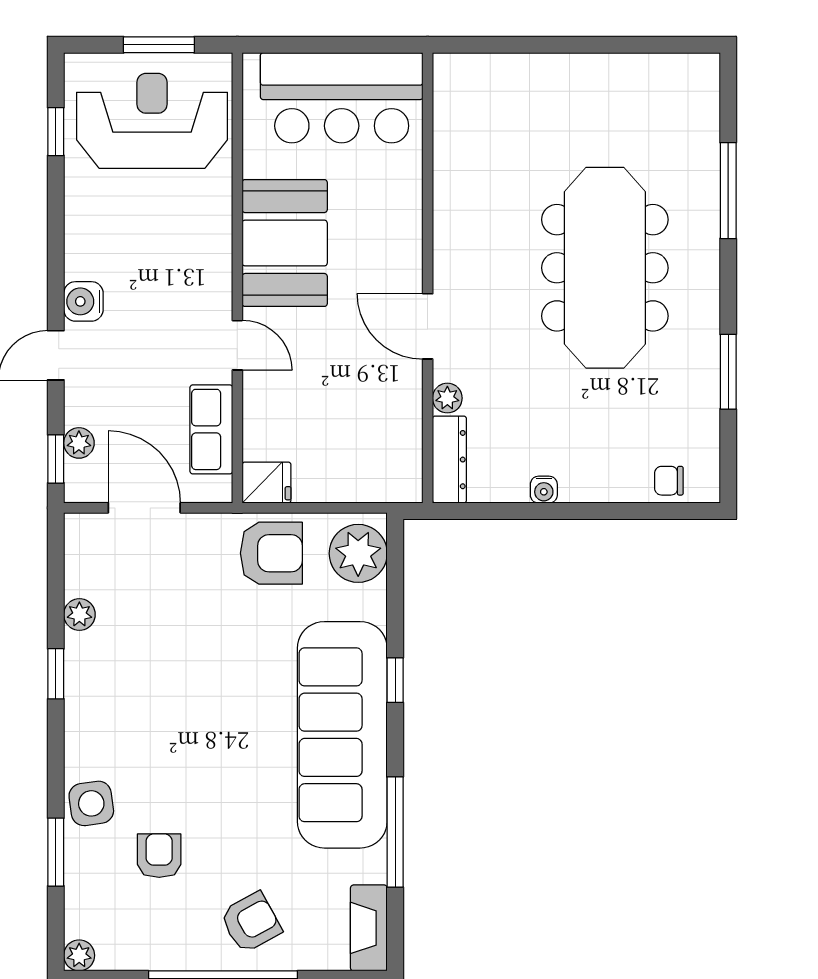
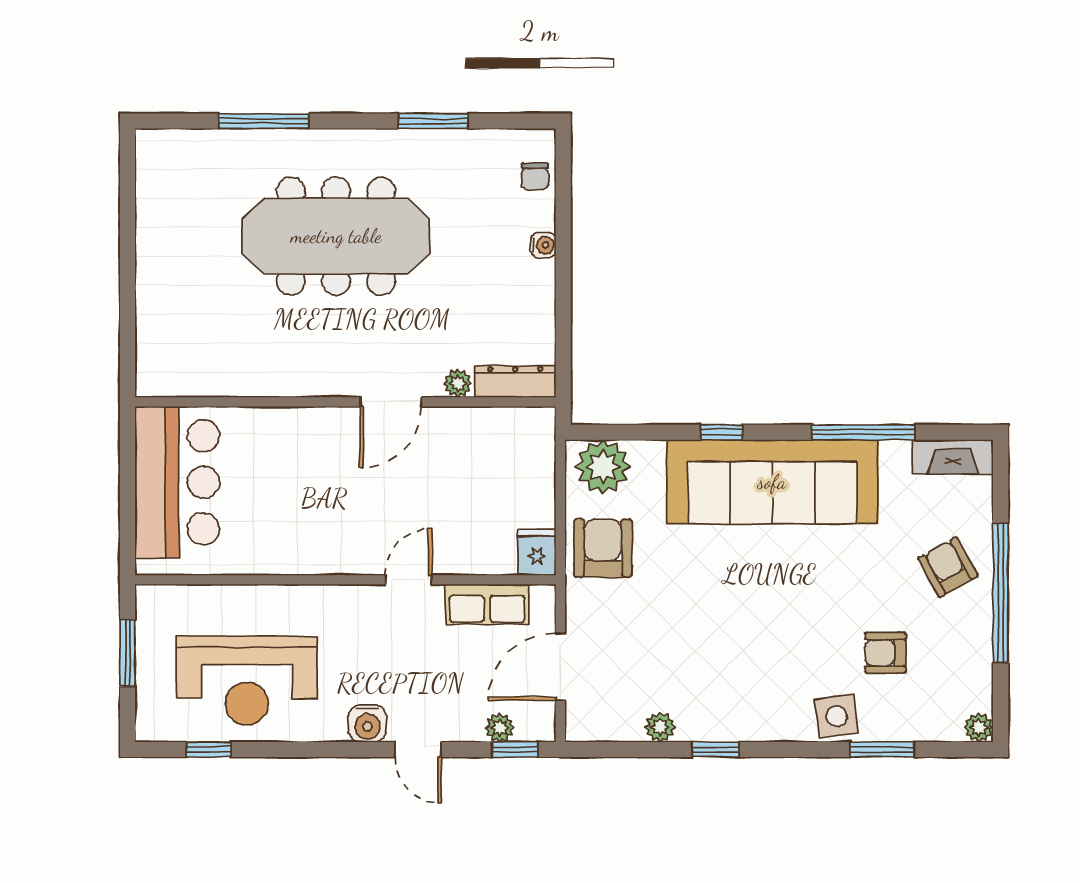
reception desk: (152, 121) -> (247, 681), moved, turned -90
booth: (285, 243) -> (313, 535), removed
water cooler: (544, 490) -> (543, 245), moved

